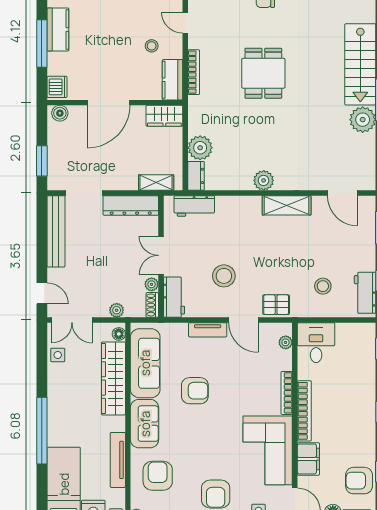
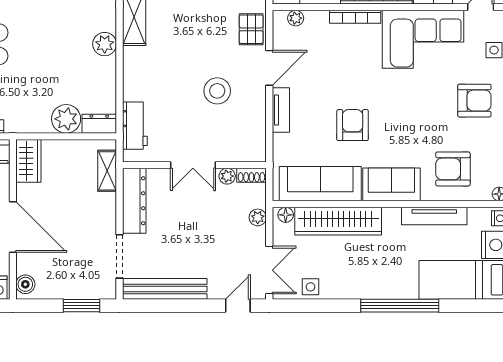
workbench: (174, 297) -> (242, 150), removed

